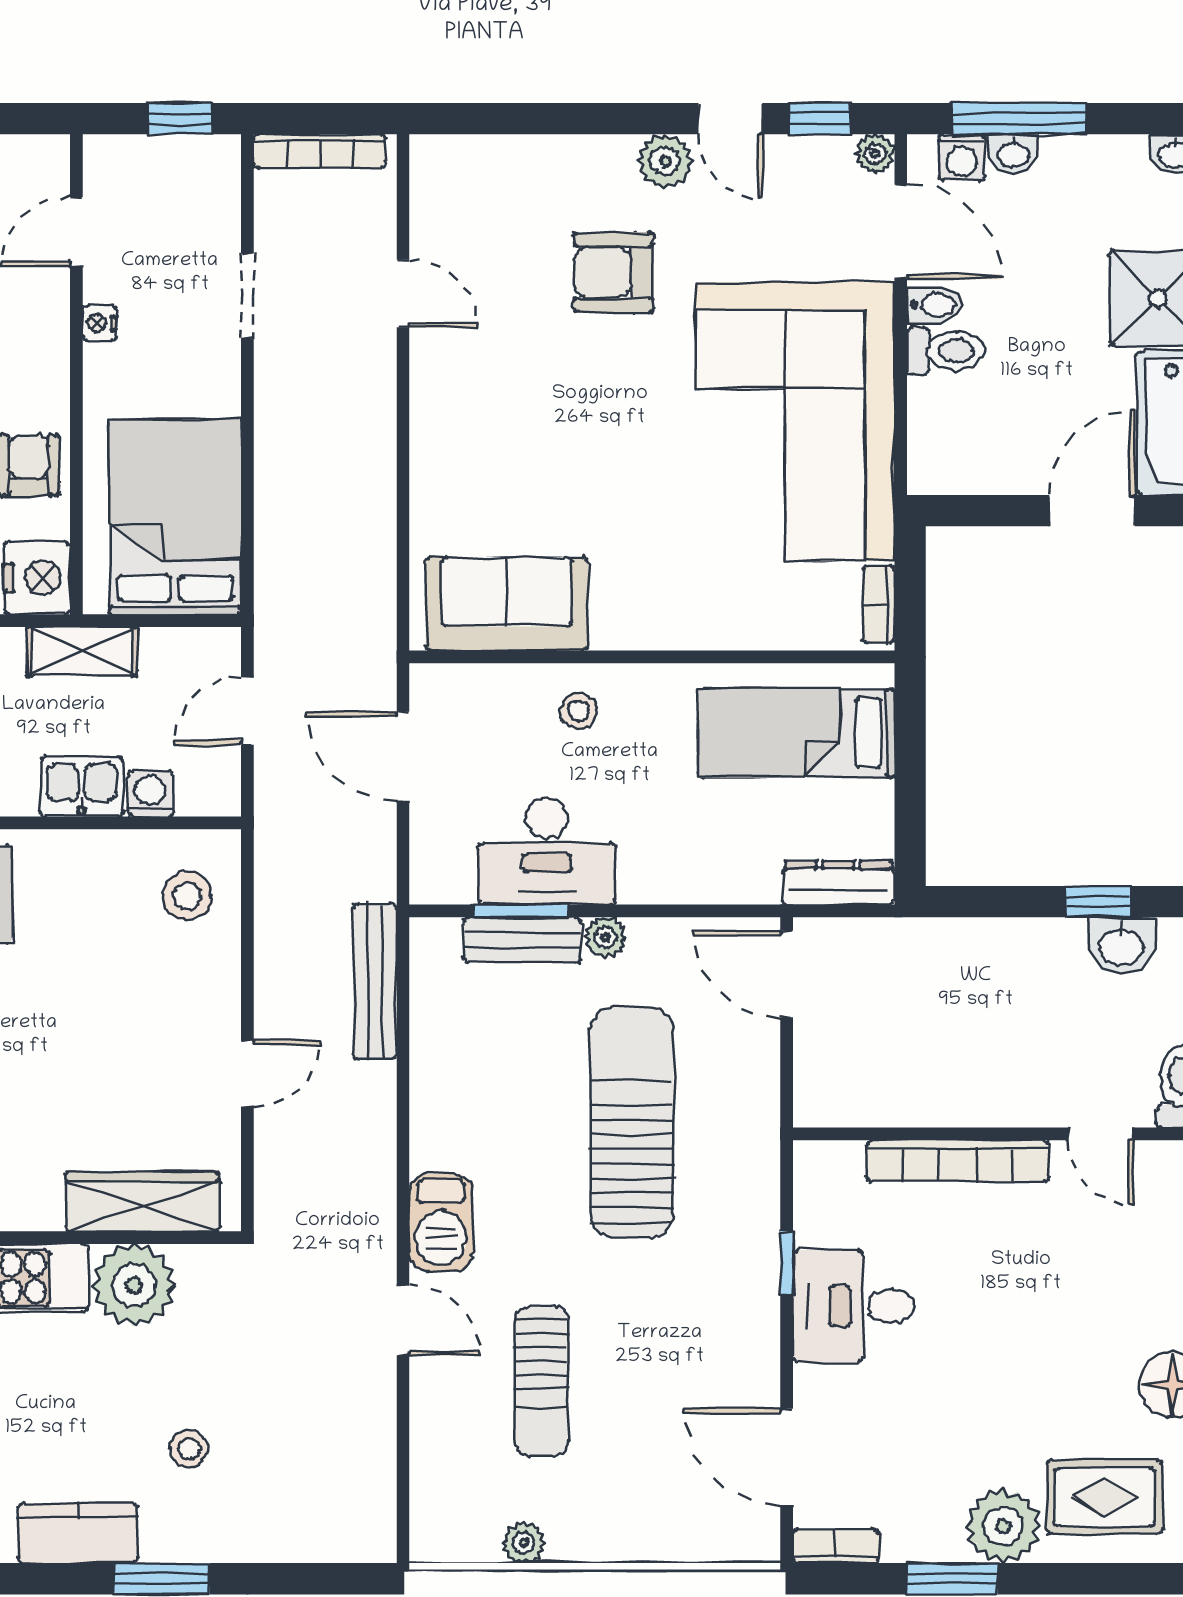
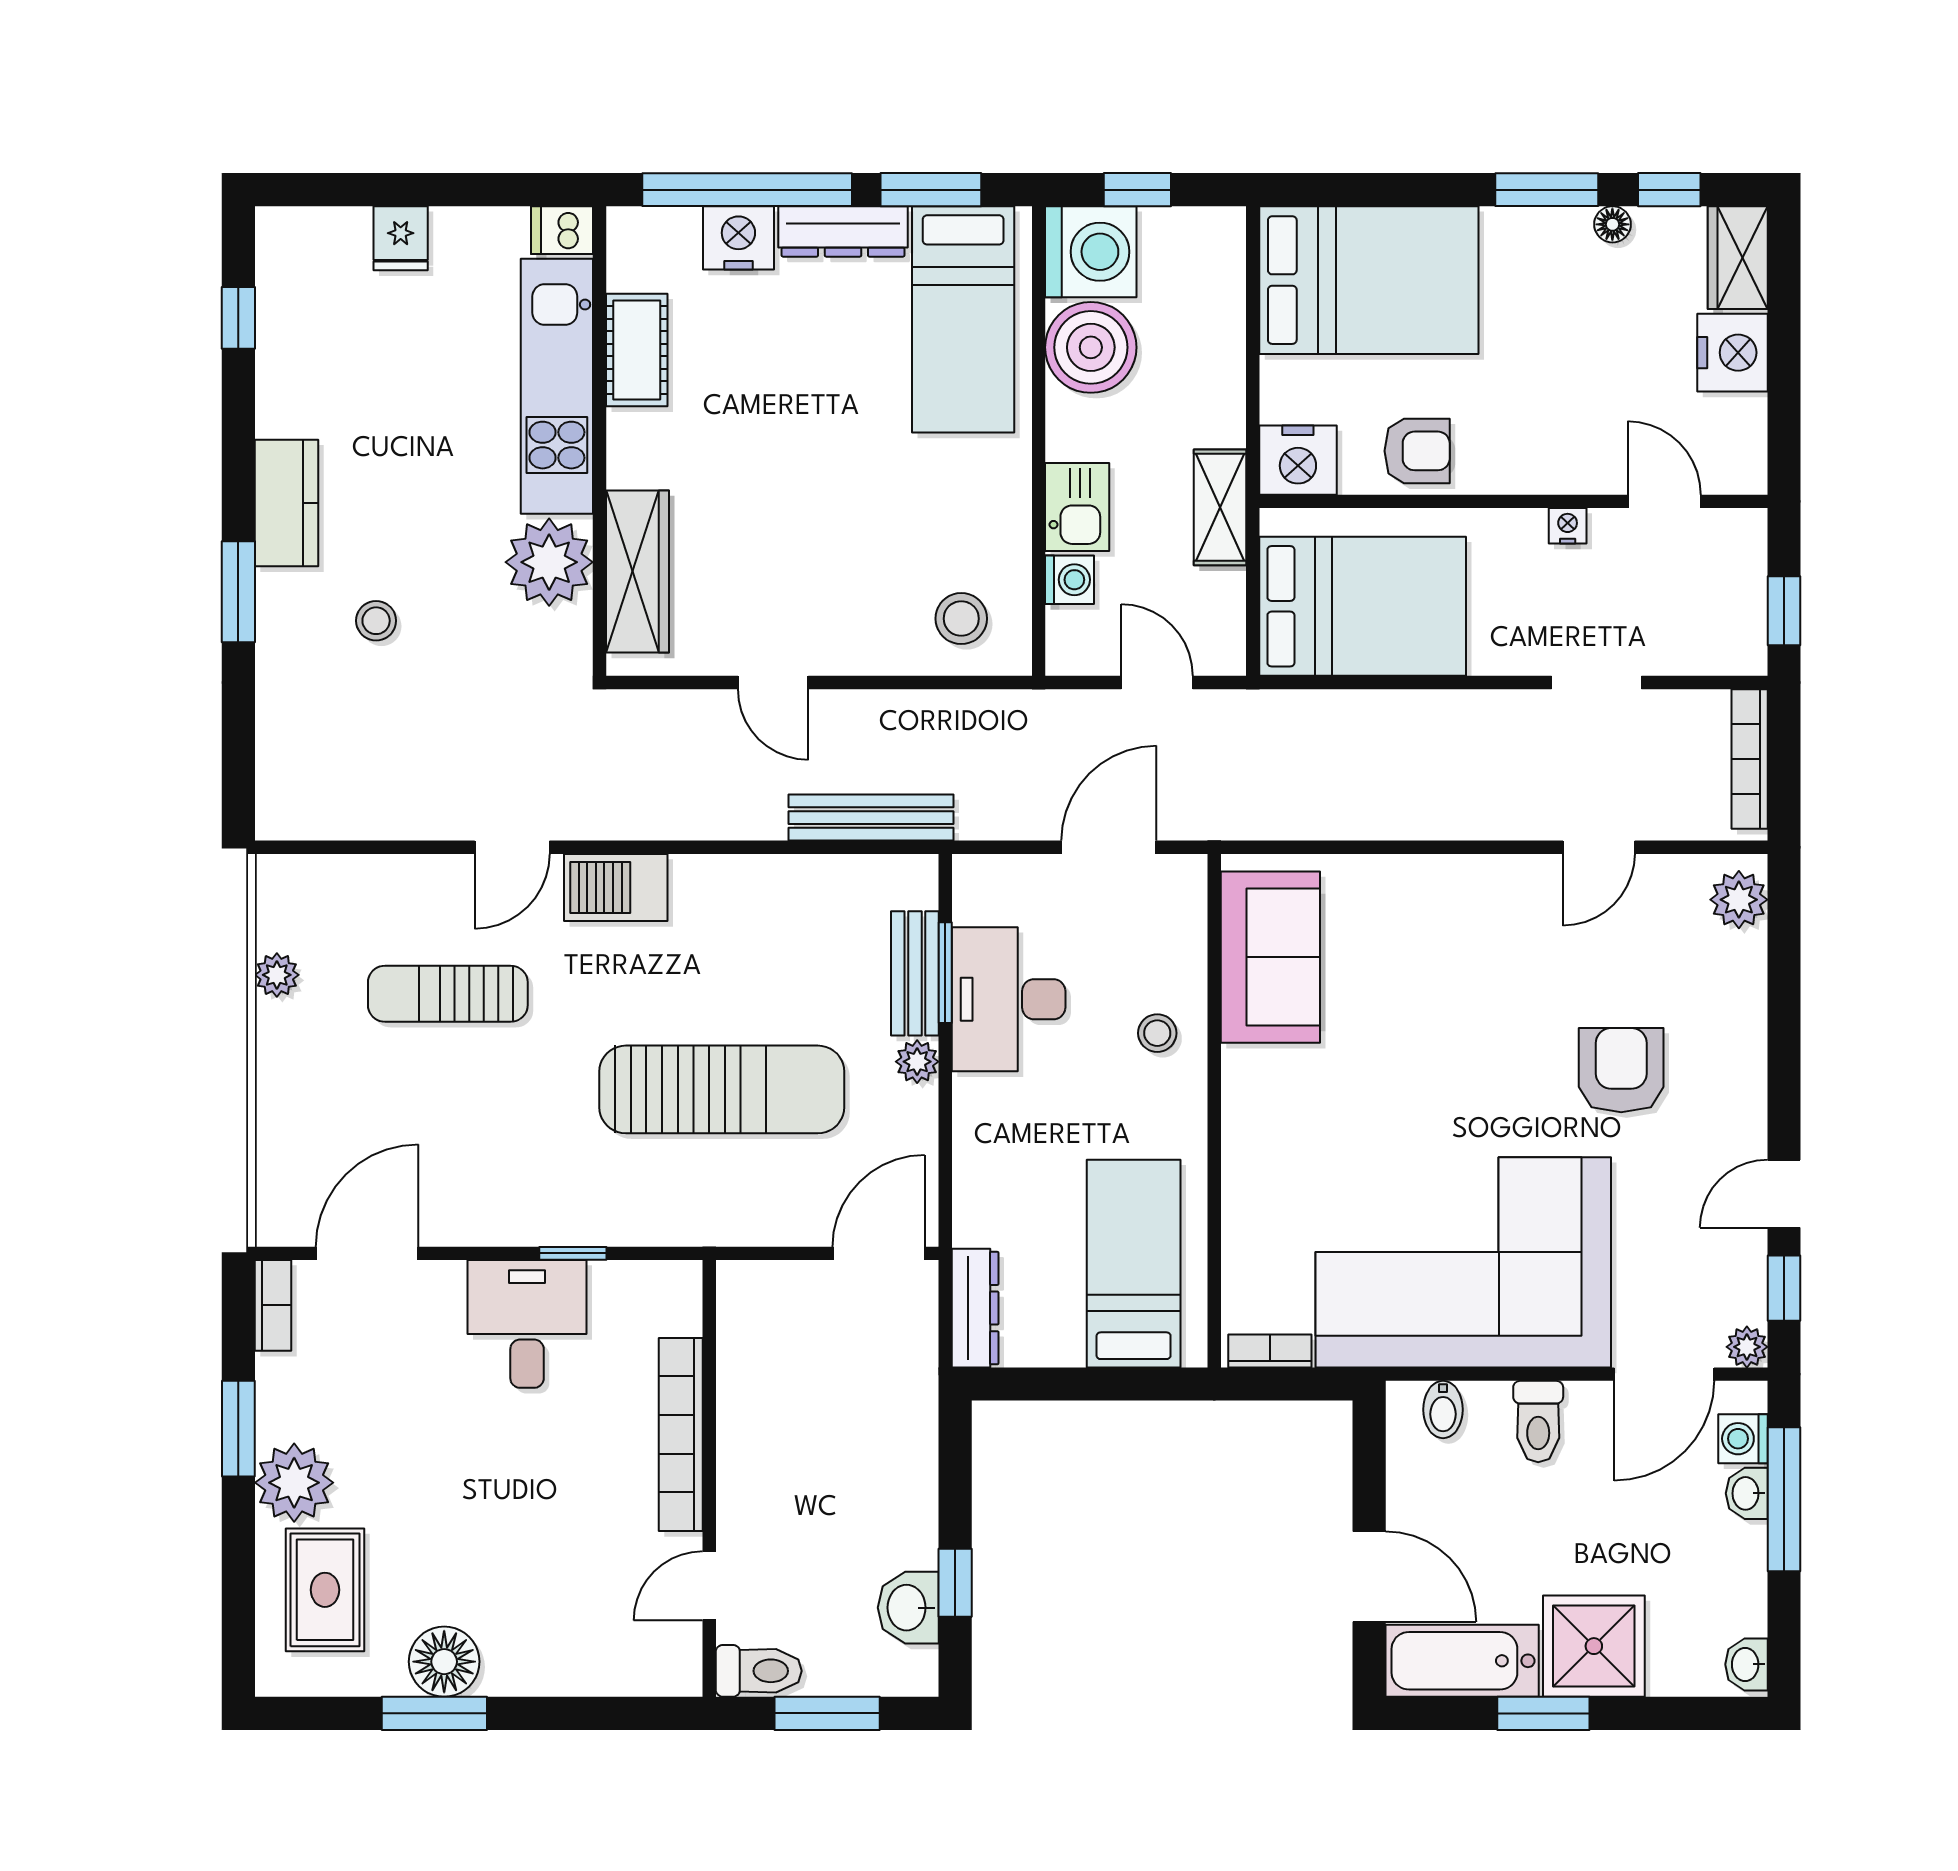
plant: (665, 161) -> (1739, 900), moved
bidet: (934, 305) -> (1443, 1410), moved

